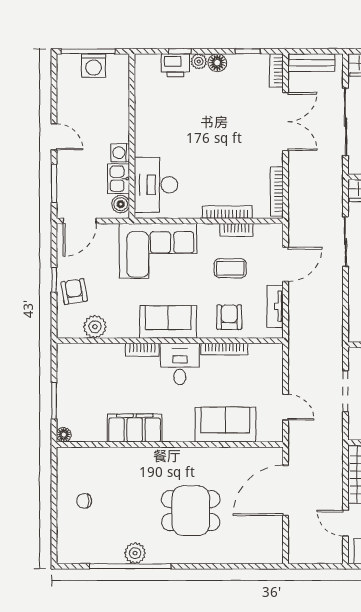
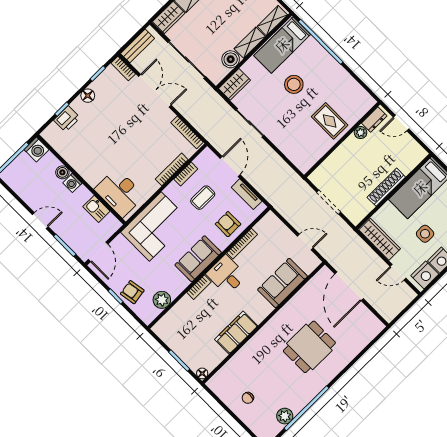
plant: (199, 61) -> (77, 105), removed
washing machine: (94, 66) -> (36, 150), moved
washing machine: (120, 153) -> (72, 183), moved
boiler: (121, 204) -> (62, 172), moved
plant: (135, 553) -> (285, 416), moved

